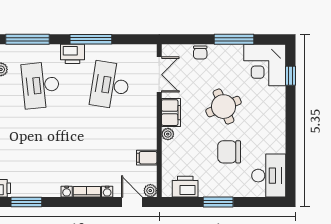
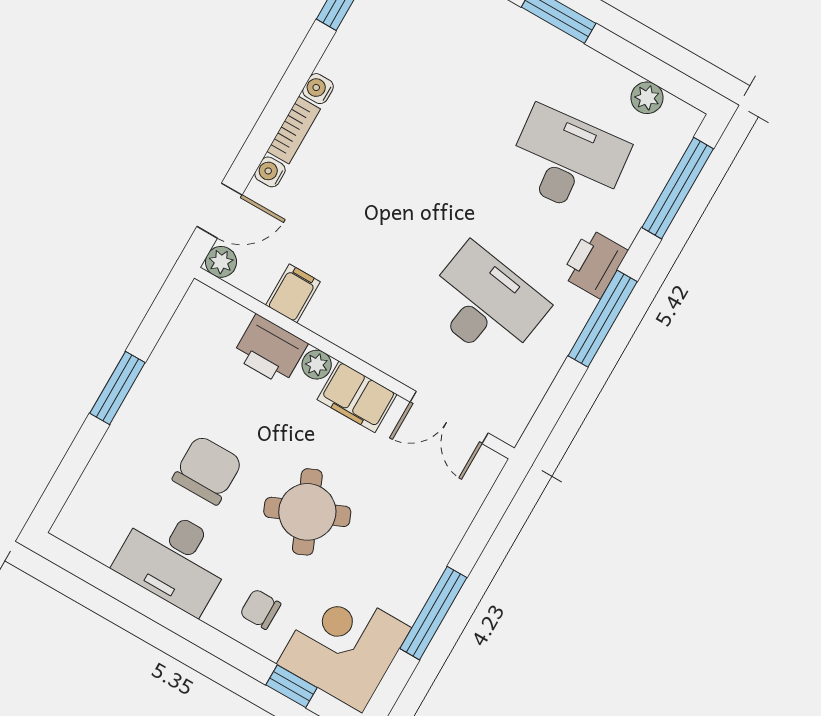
chair: (200, 52) -> (260, 609), moved
desk: (269, 176) -> (174, 559), moved
printer: (185, 187) -> (270, 350), moved, turned 90

